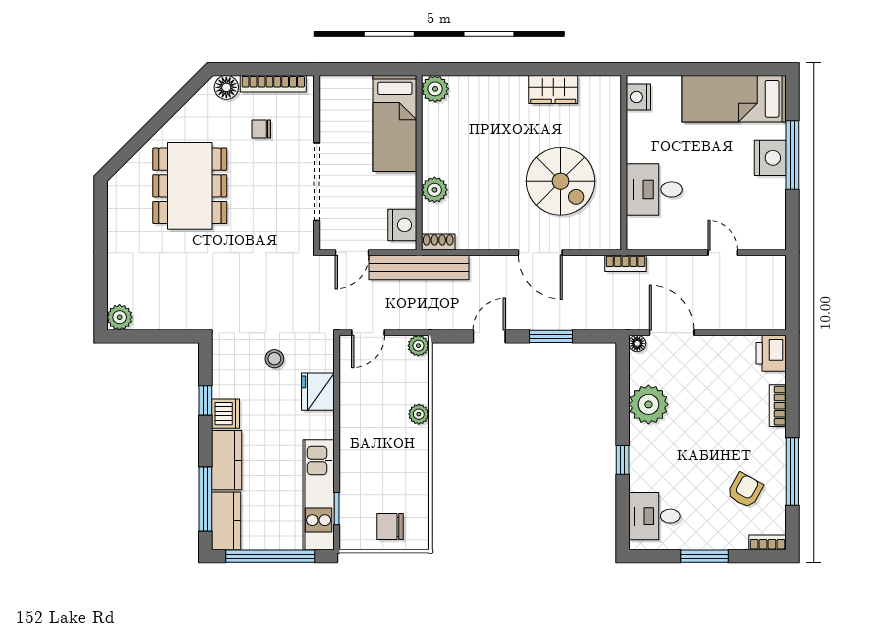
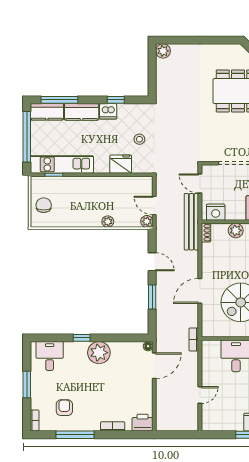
door: (368, 333) -> (154, 205), moved
plant: (648, 404) -> (99, 353), moved
armchair: (745, 490) -> (64, 408), turned -119

